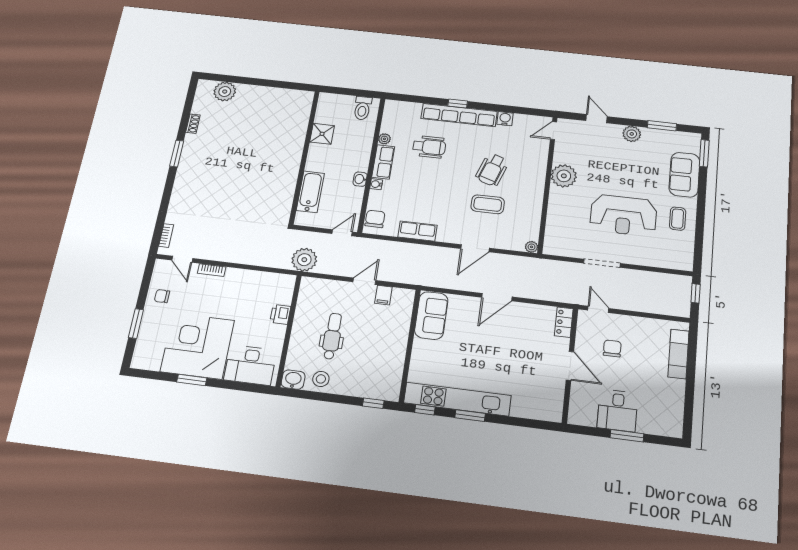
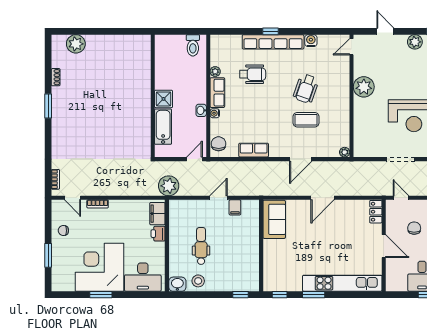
shower: (322, 134) -> (164, 99), moved
filing cabinet: (284, 291) -> (157, 214), added
kitchen unit: (457, 399) -> (342, 283), moved

